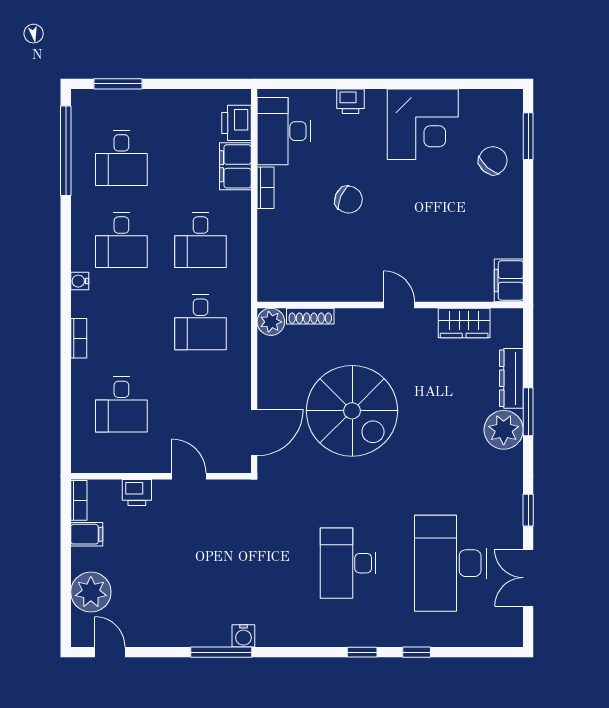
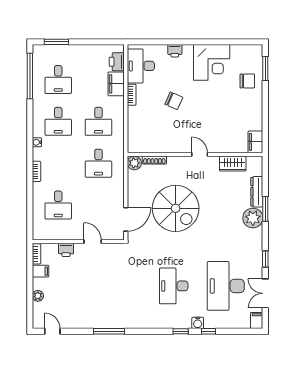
chair: (493, 161) -> (247, 81), turned 49
plant: (91, 592) -> (38, 296), width x0.53, depth x0.53
filing cabinet: (511, 631) -> (257, 320), added
water cooler: (243, 636) -> (198, 323), moved

